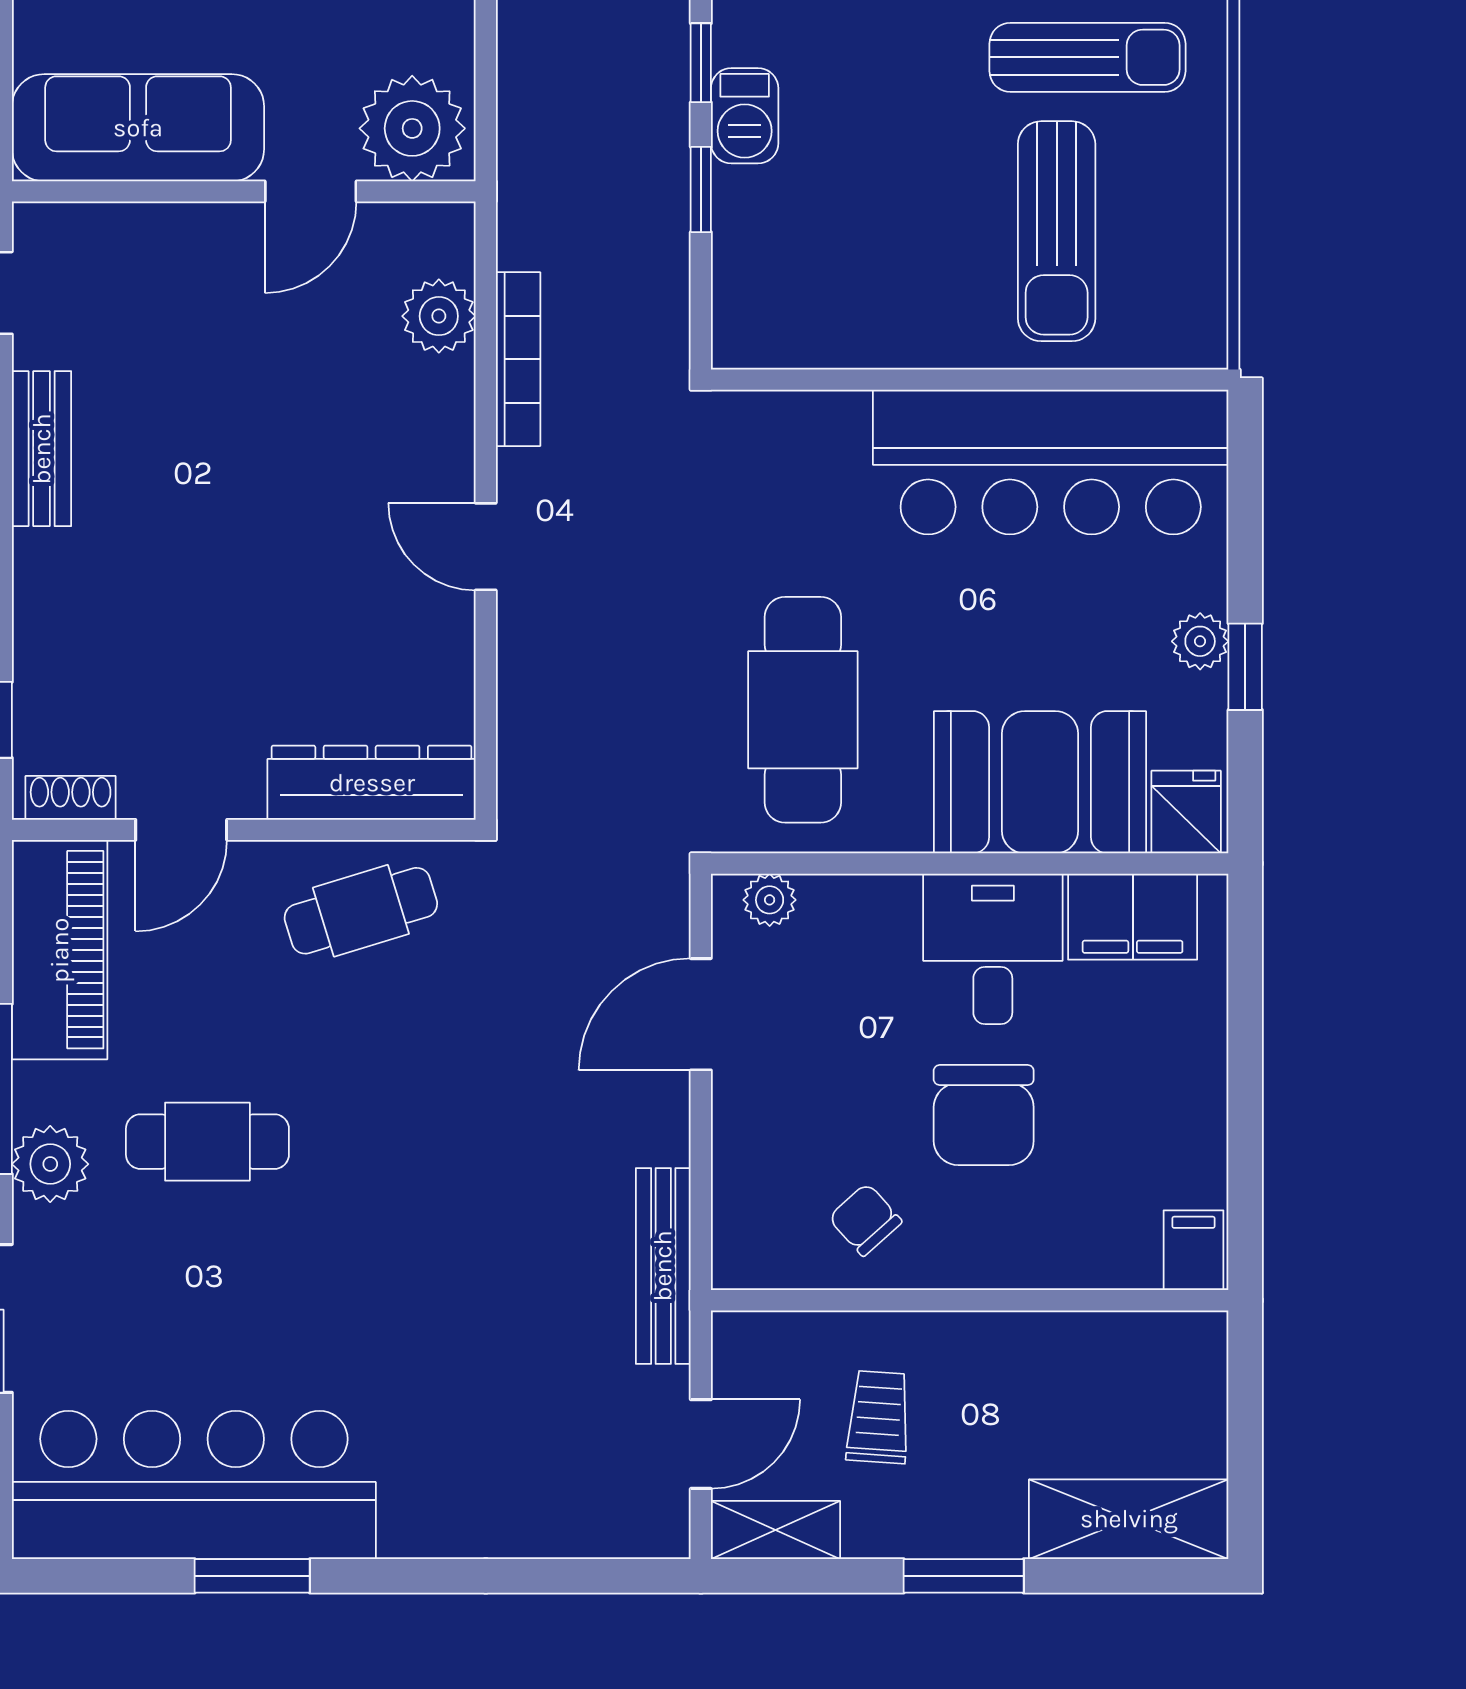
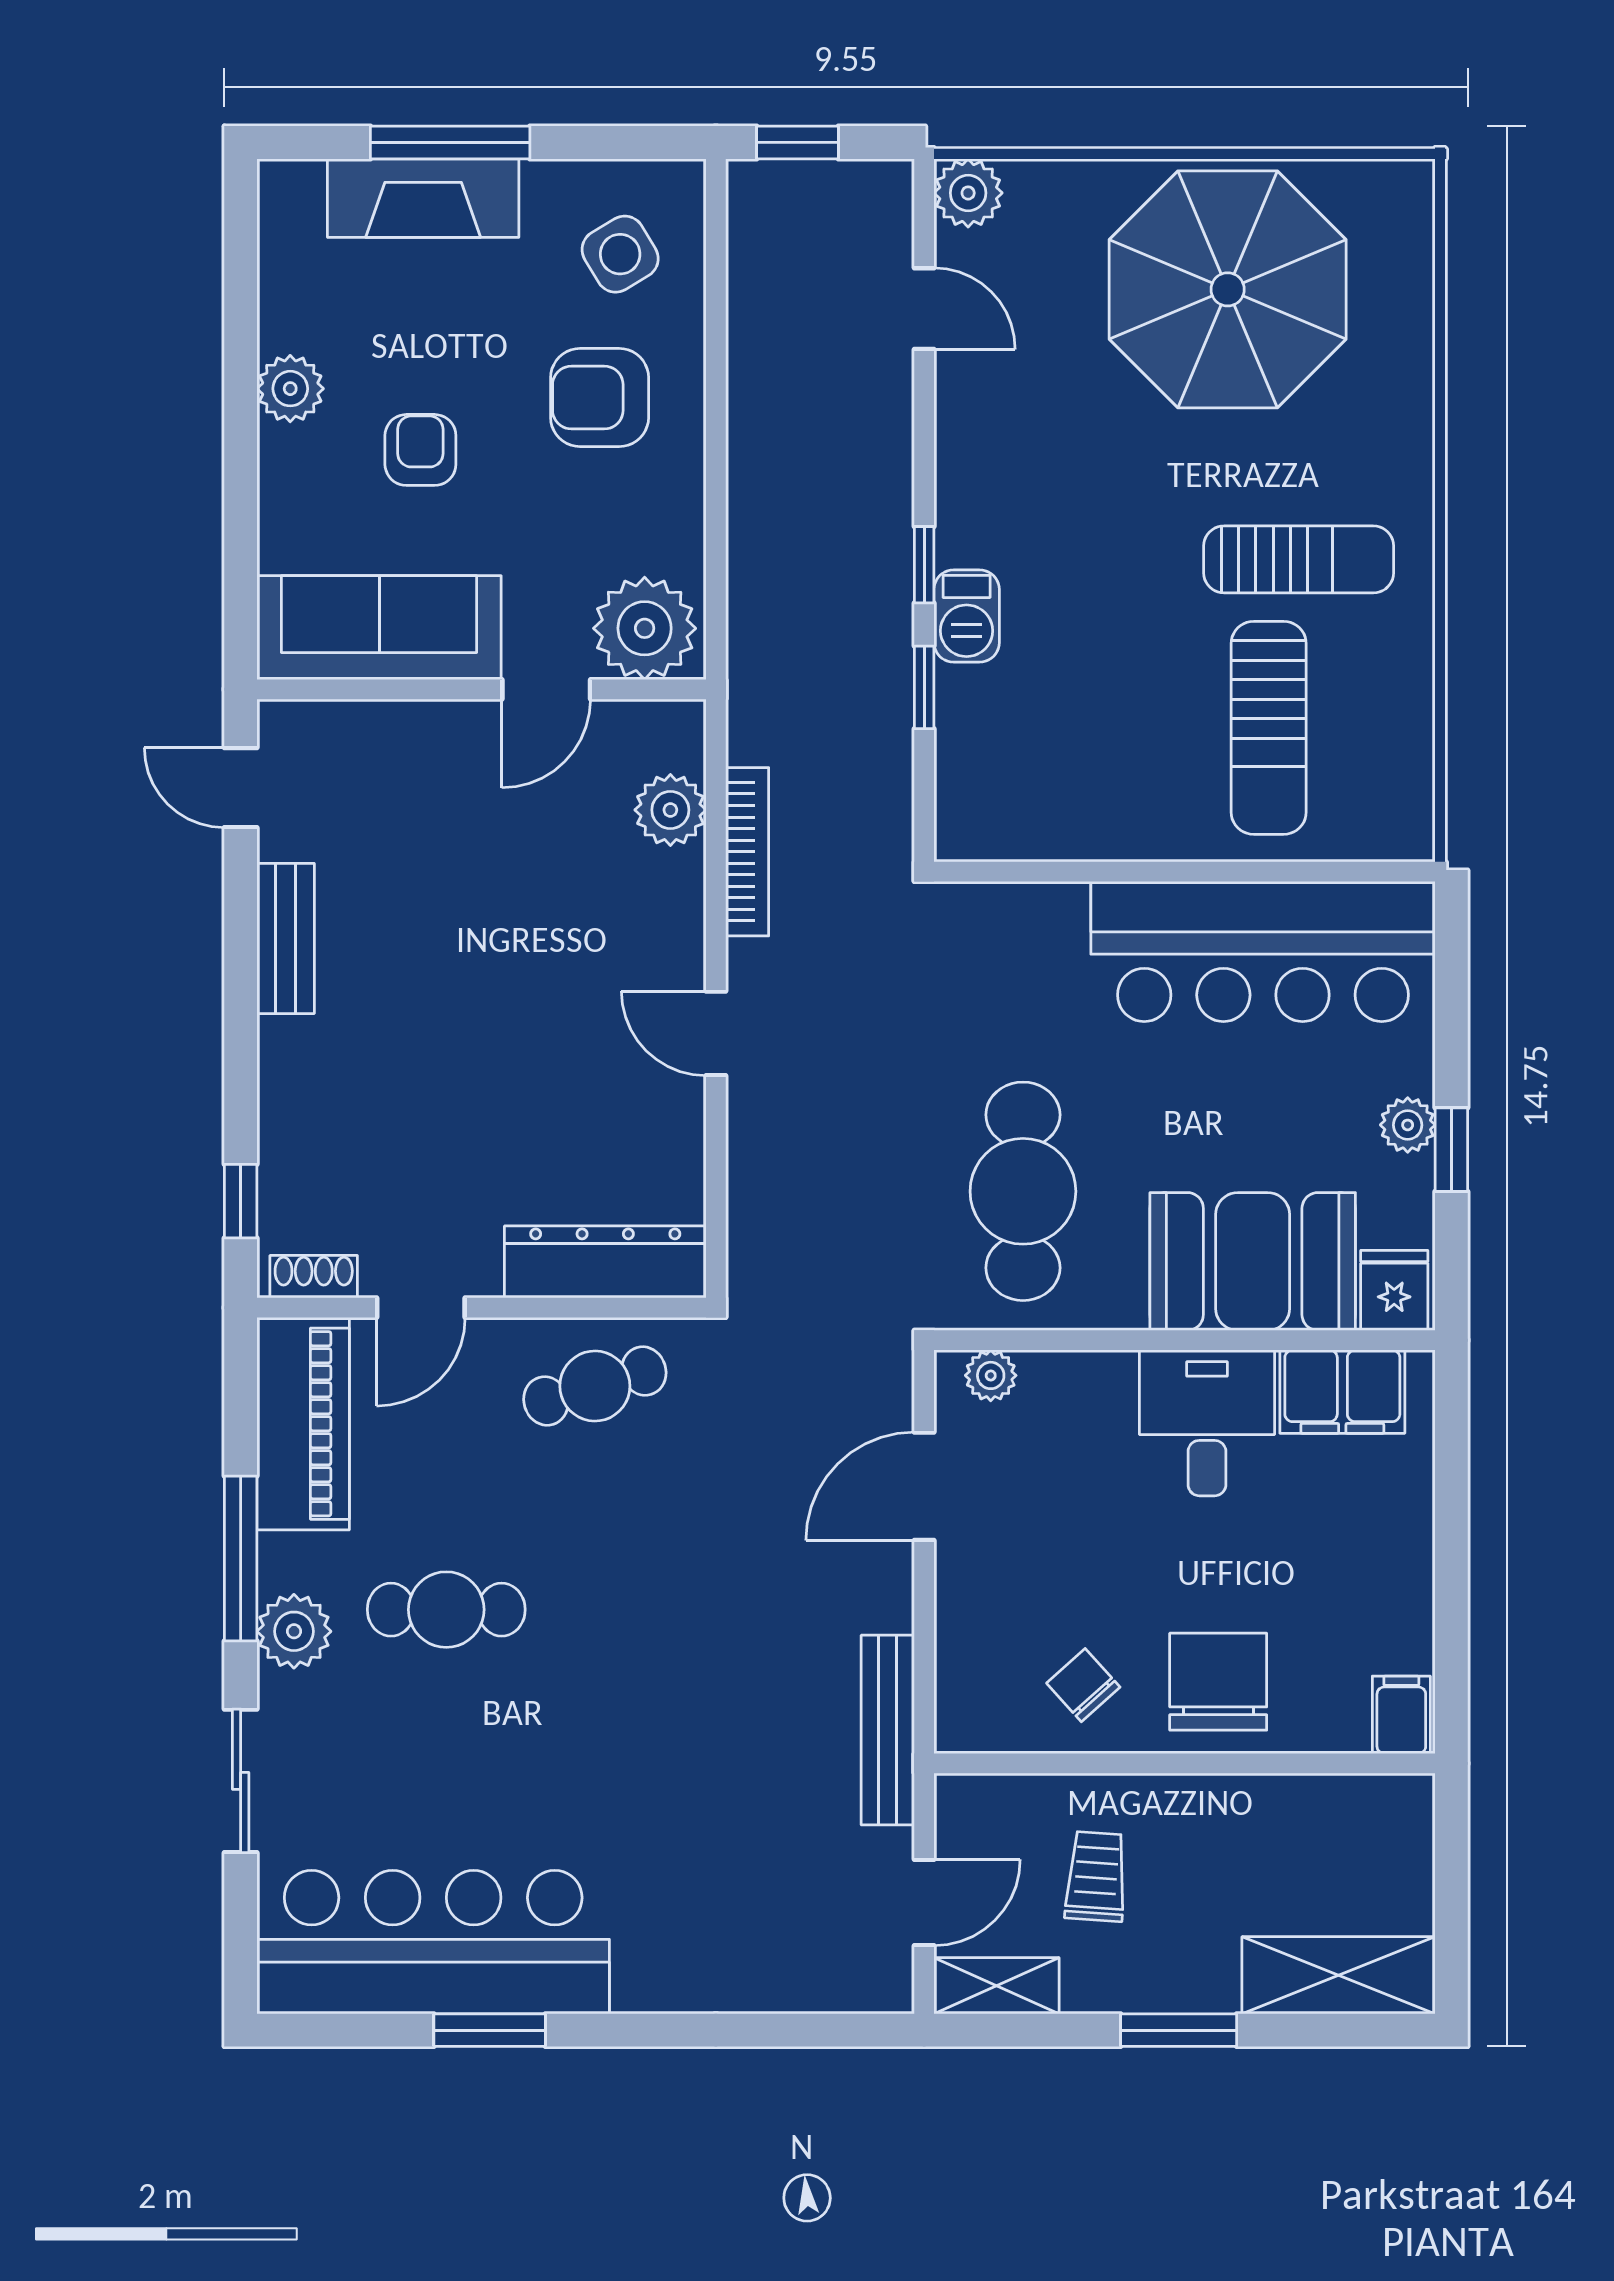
chair: (984, 1115) -> (1218, 1682), moved, turned 180

